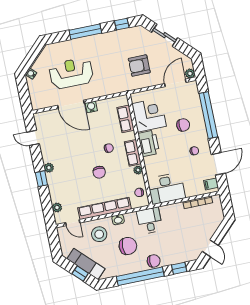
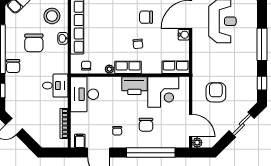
row of seats: (126, 119) -> (176, 67), moved
chair: (99, 172) -> (146, 17), moved
desk: (150, 221) -> (55, 86), moved

